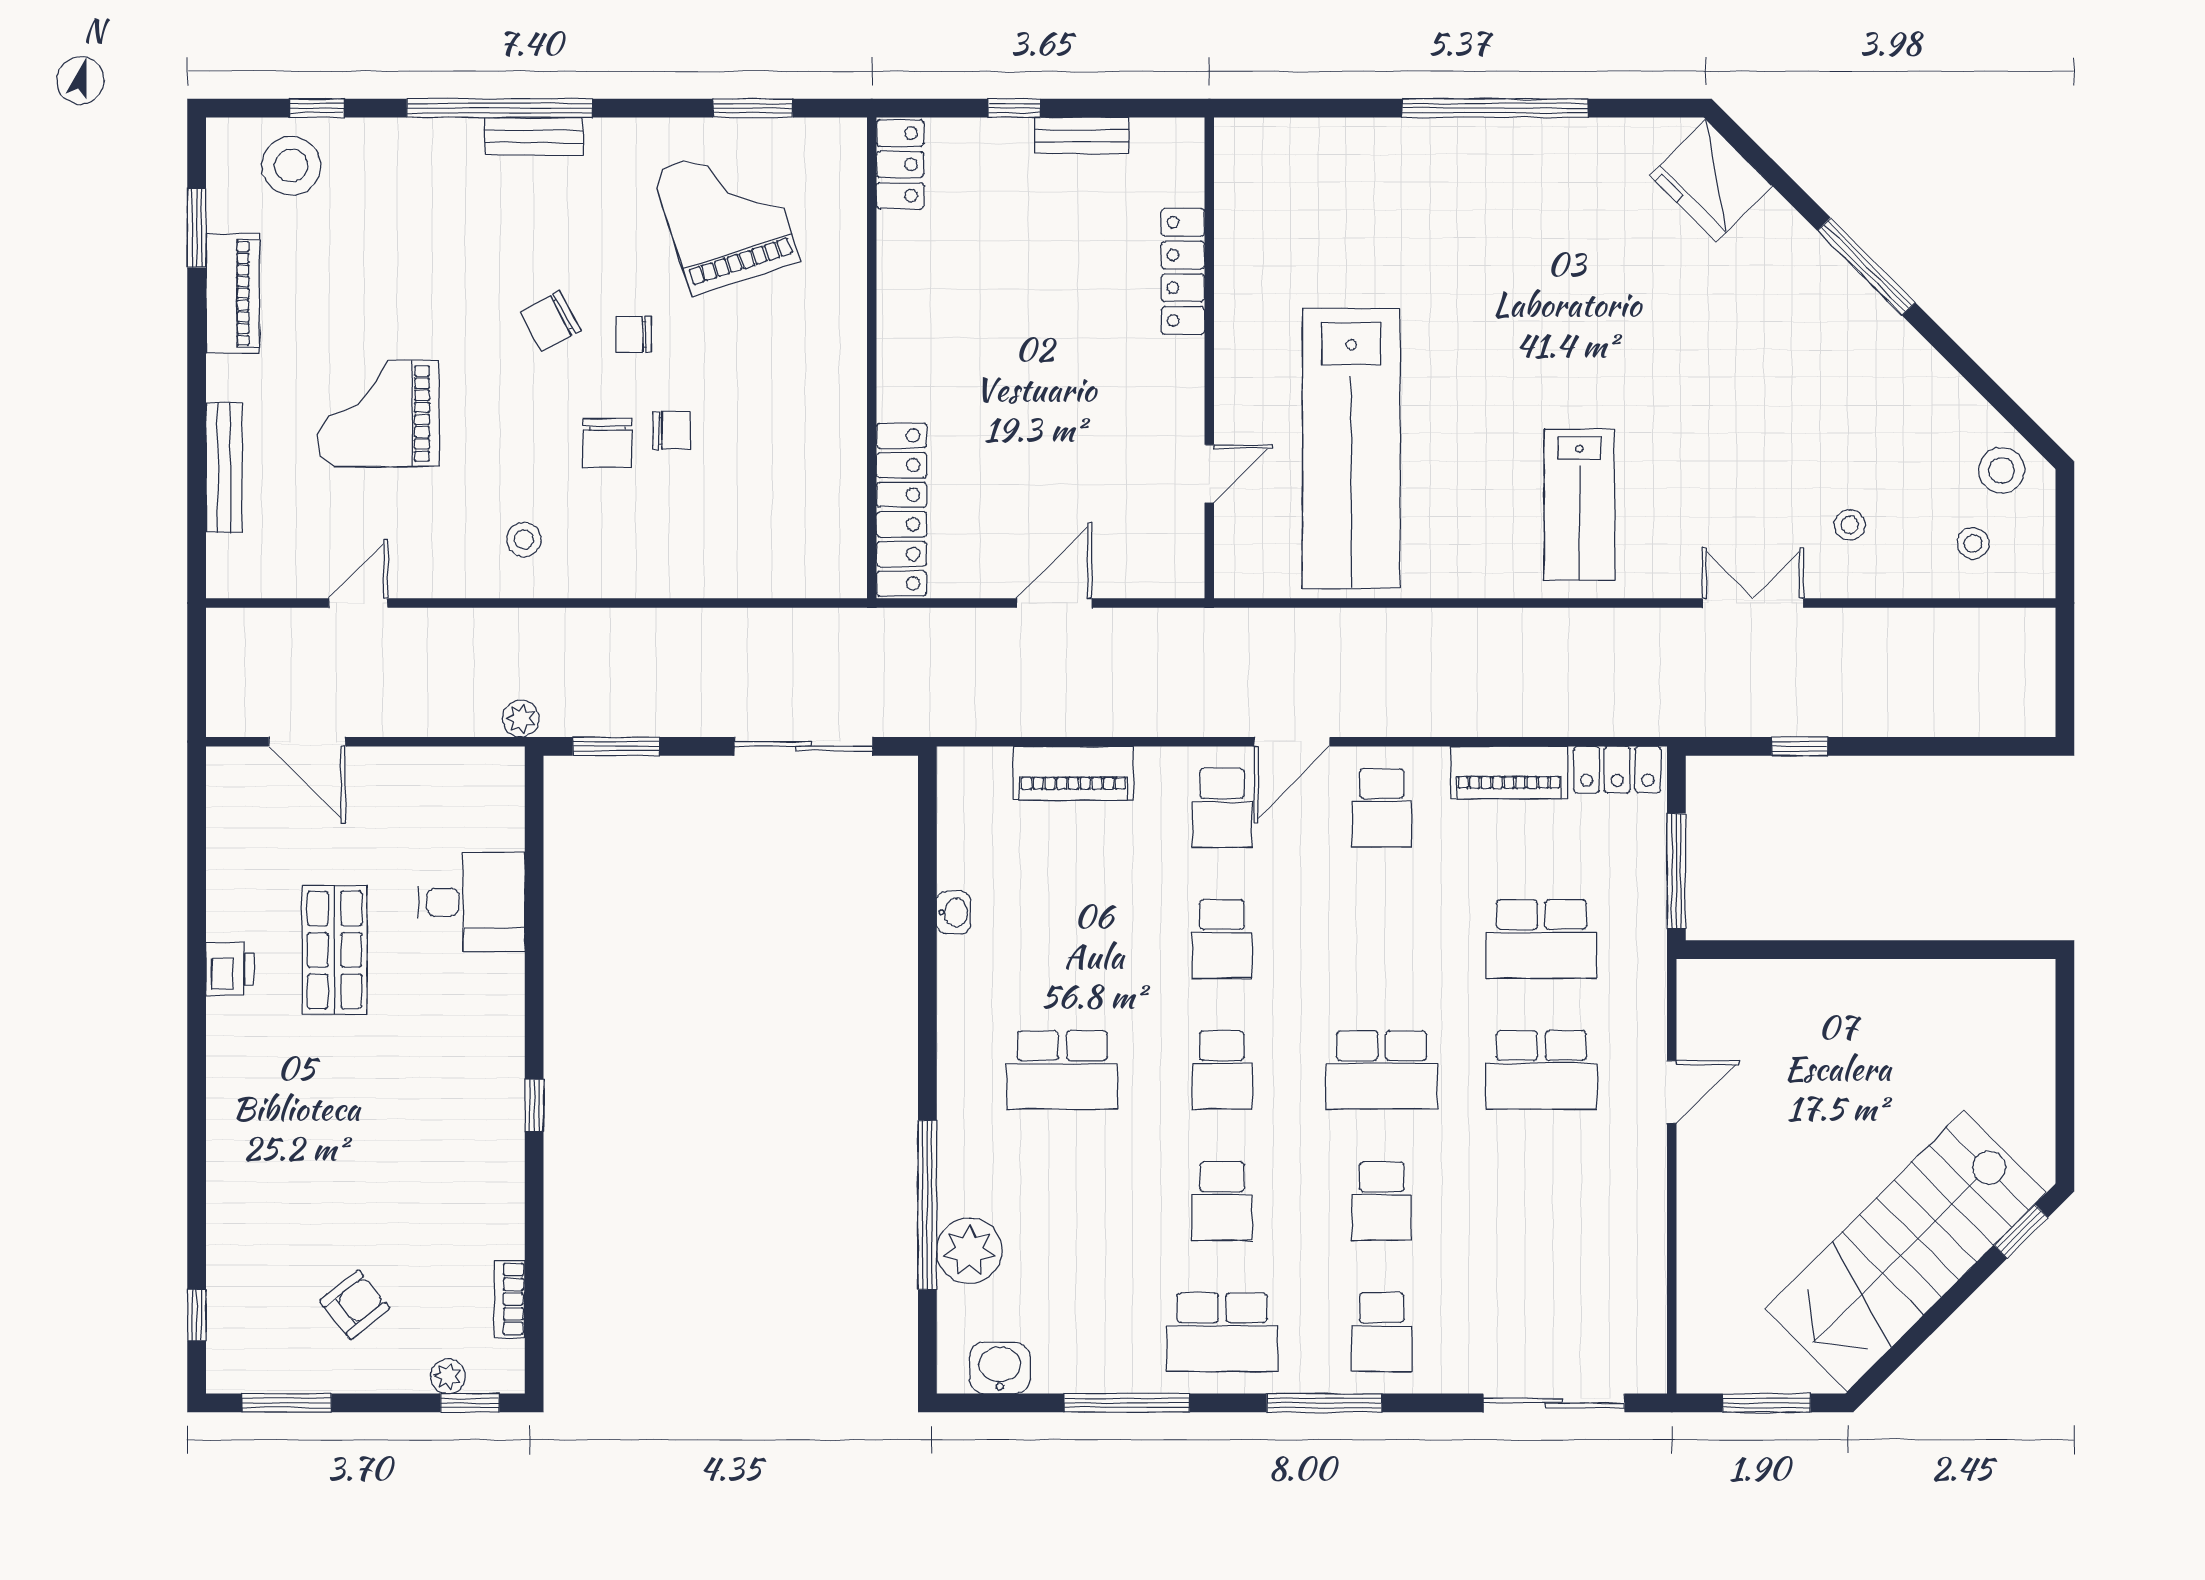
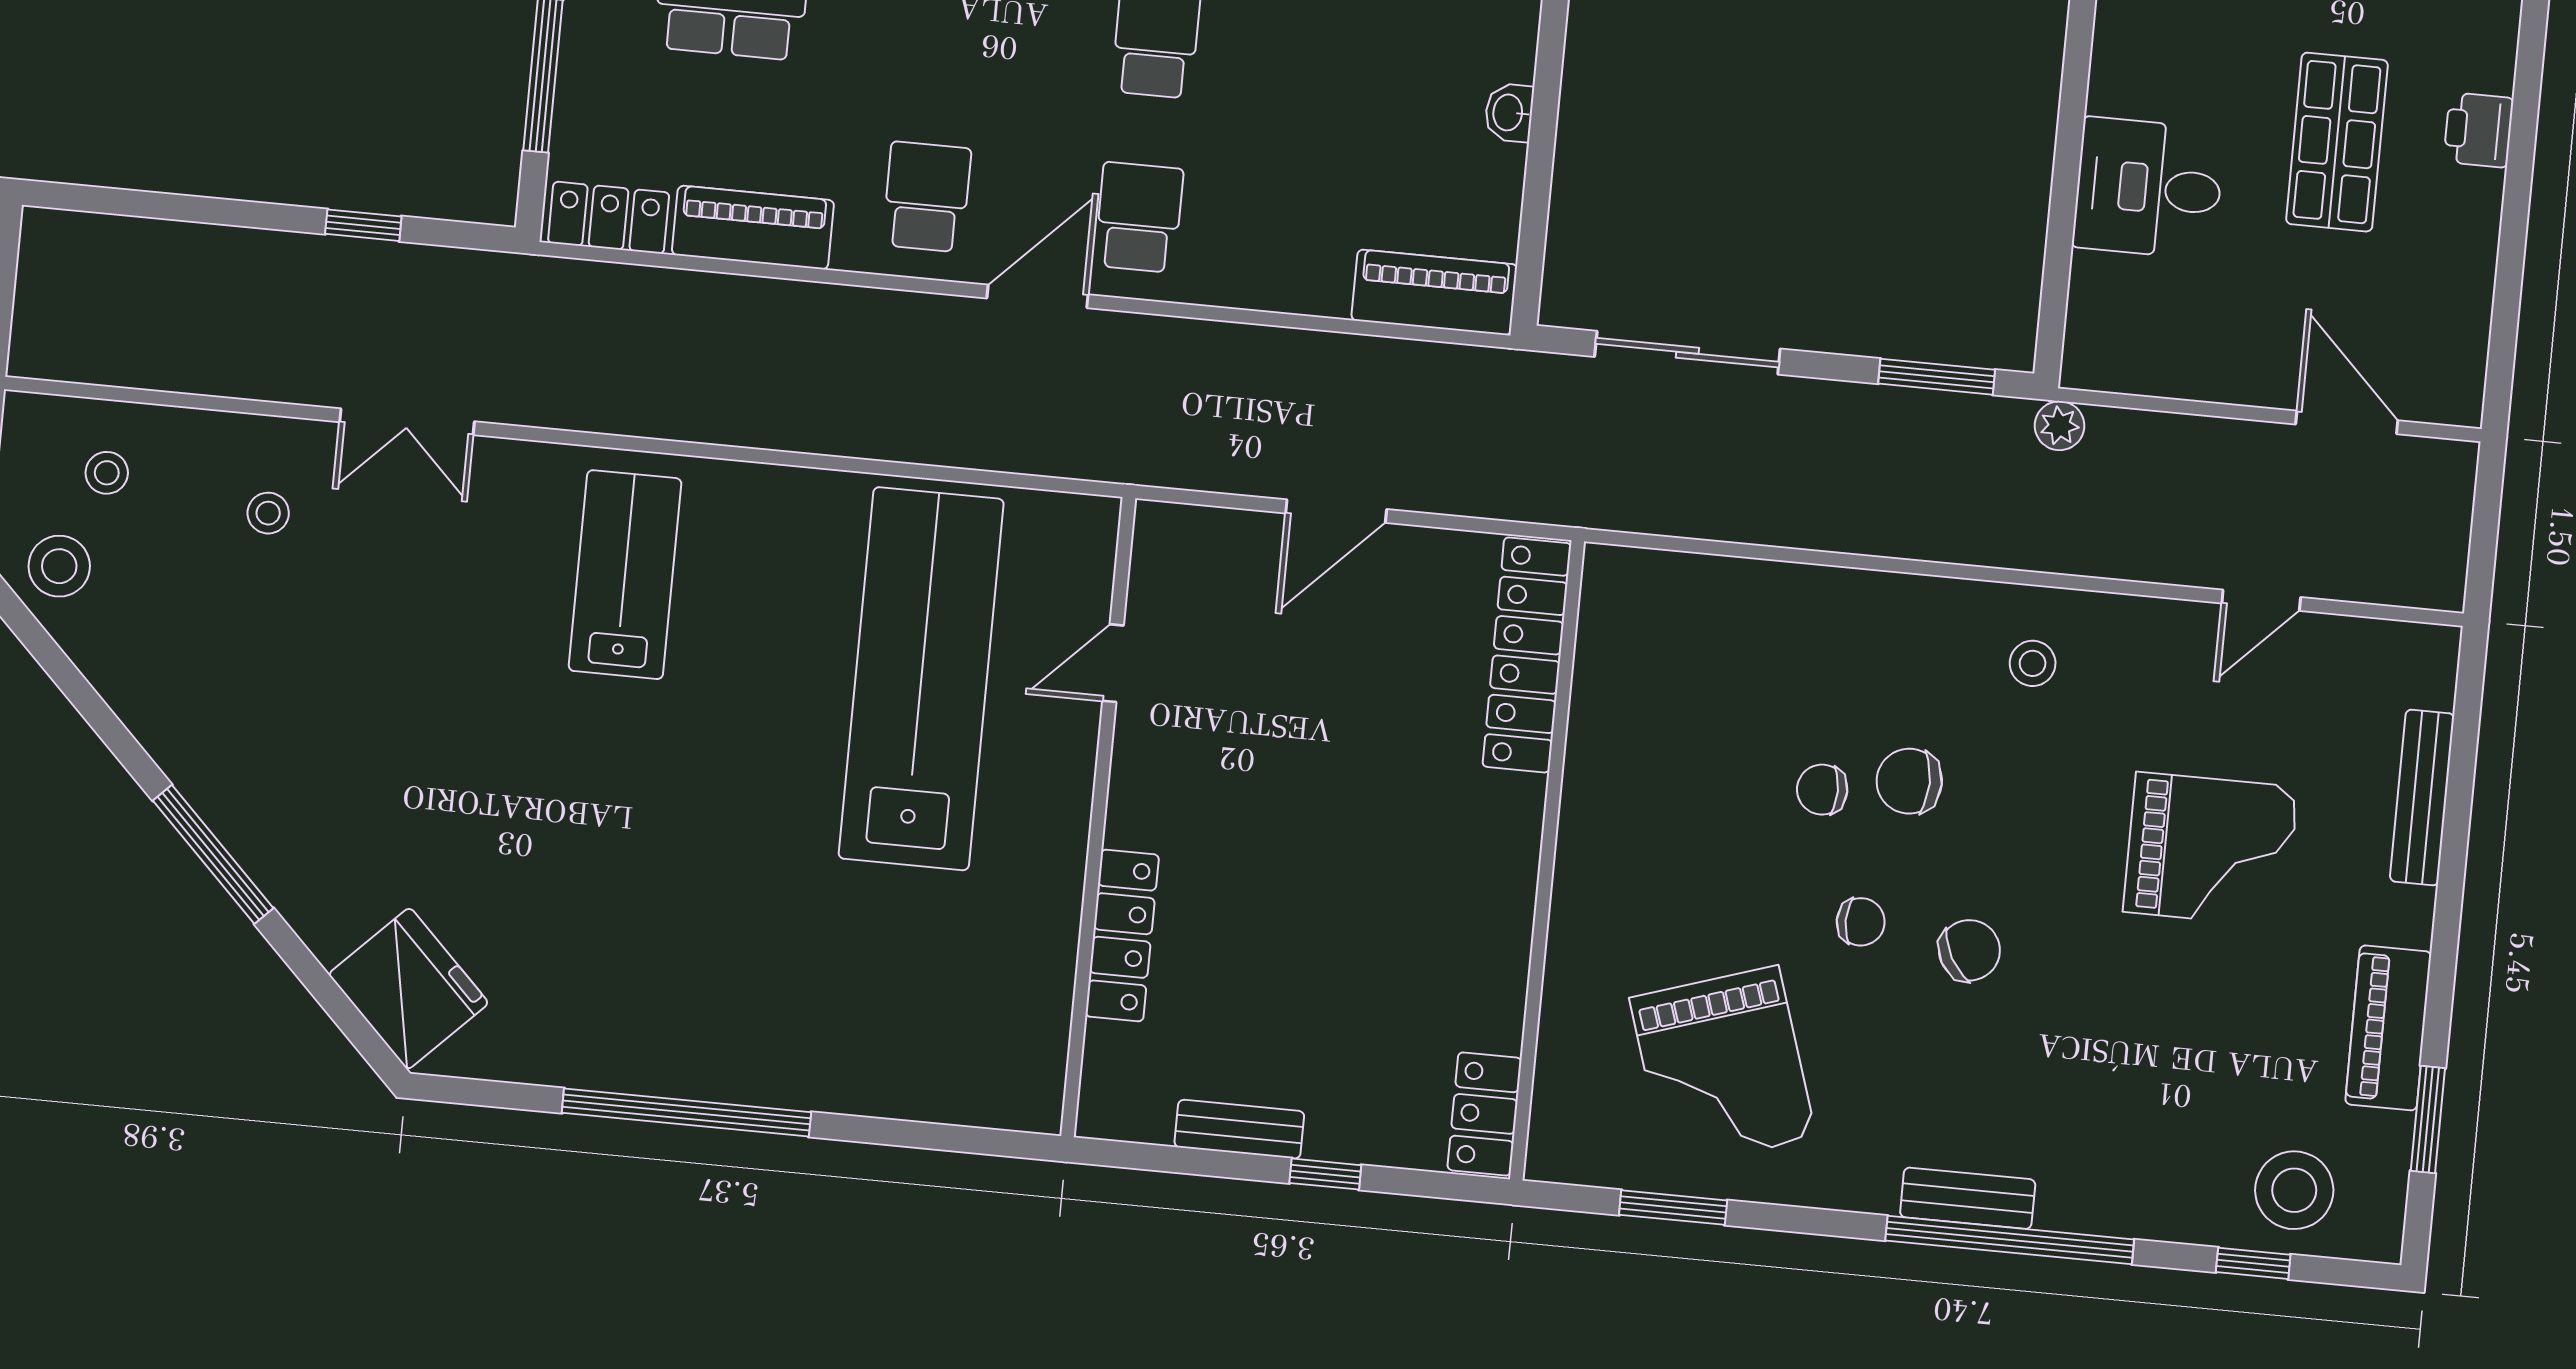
chair: (607, 443) -> (1909, 781), turned -90
piano: (1073, 773) -> (1434, 292), moved

